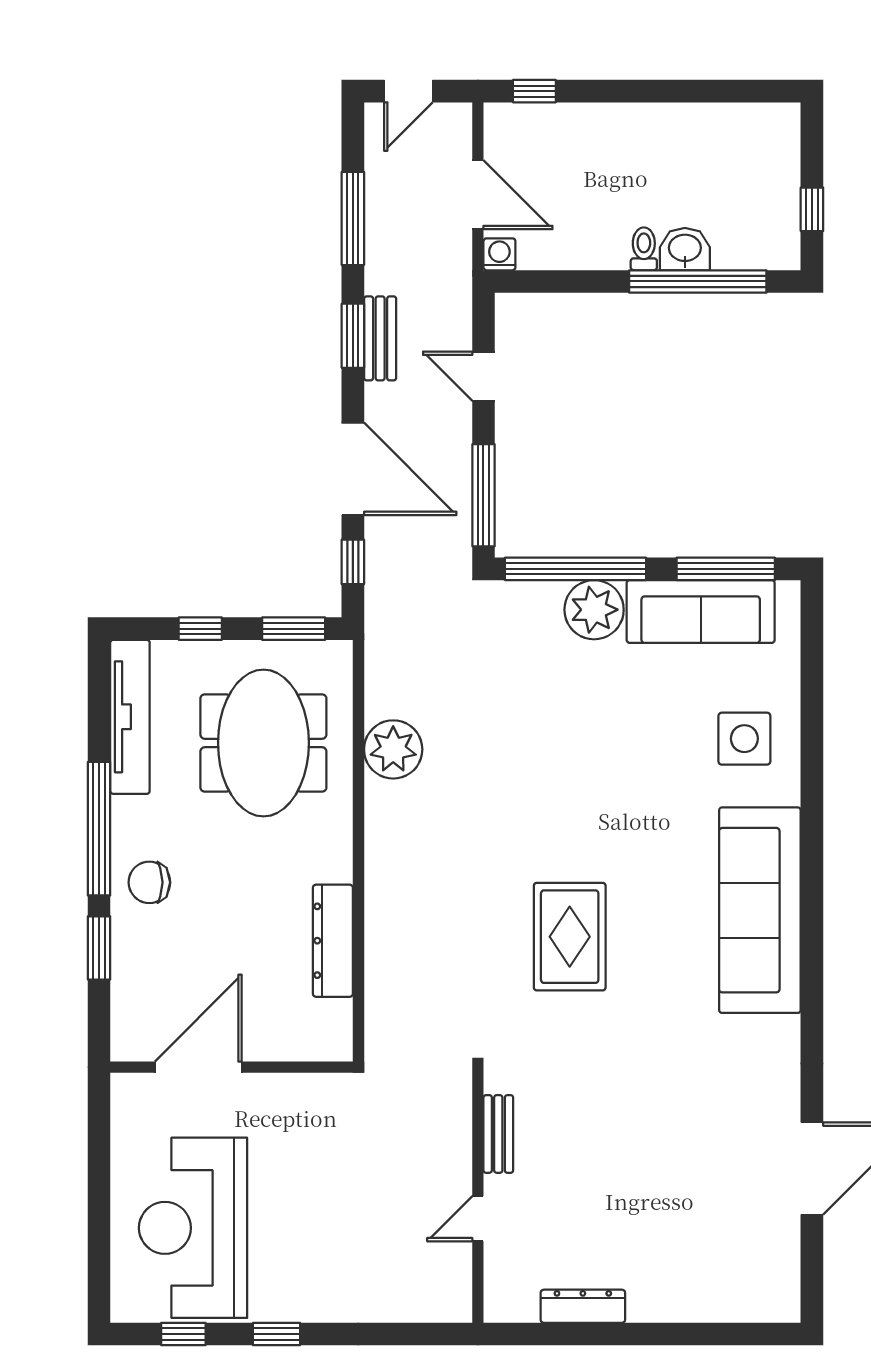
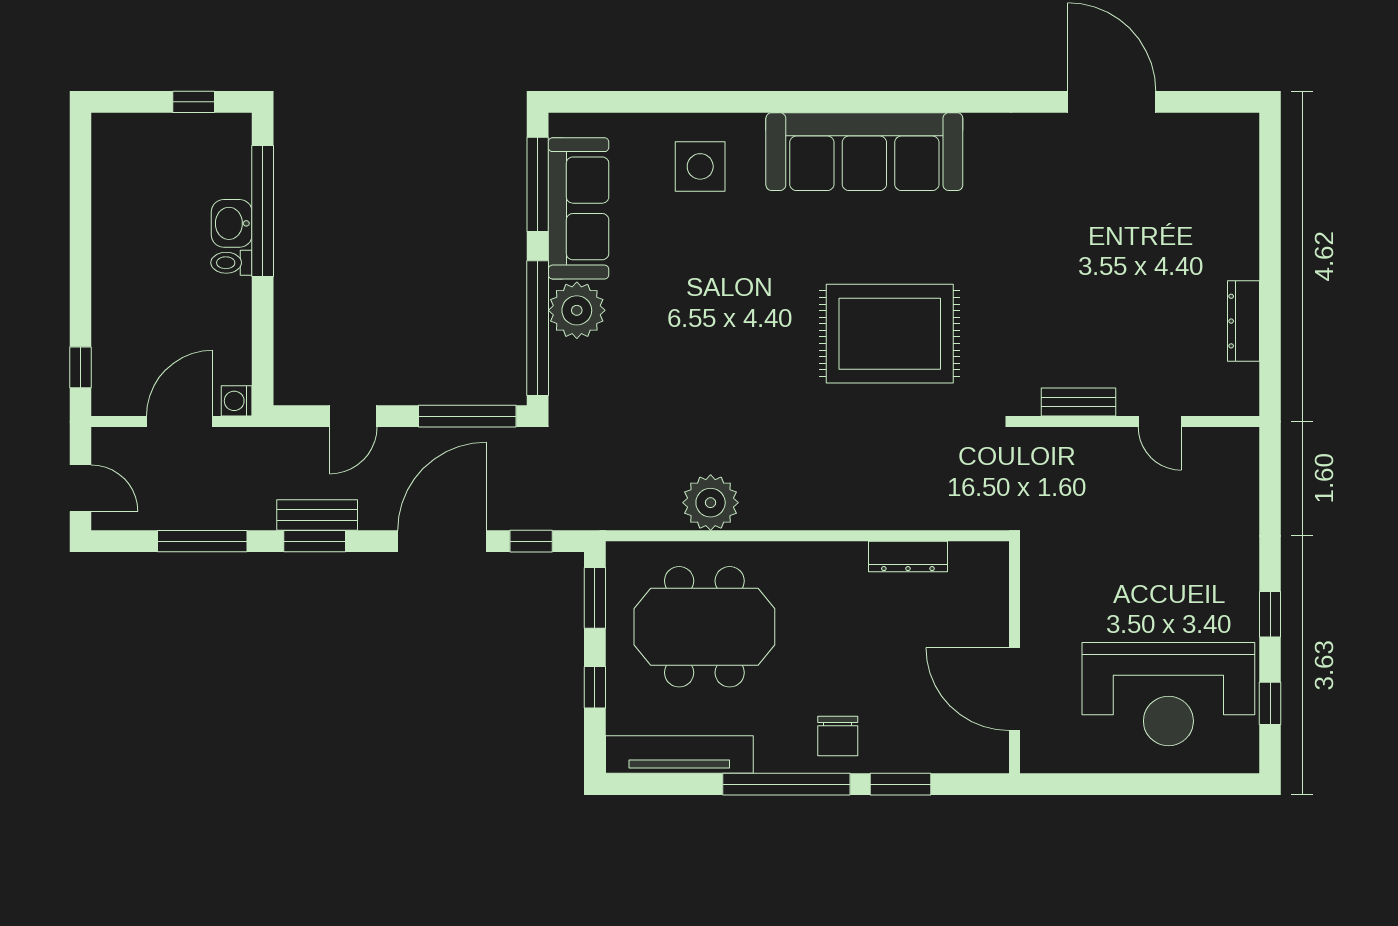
rug: (570, 937) -> (890, 334), width x1.37, depth x1.44
dresser: (333, 941) -> (908, 557), width x0.73, depth x0.80

